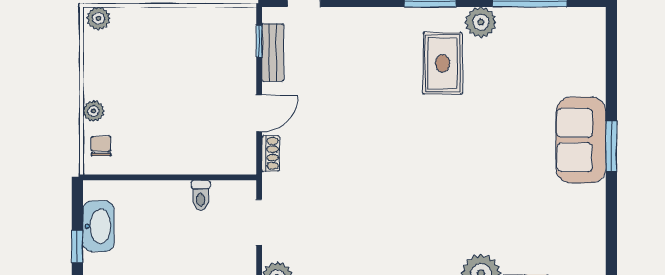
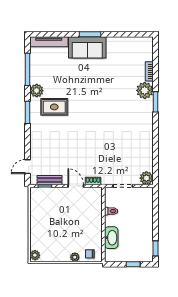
tv unit: (594, 51) -> (49, 42), added
washbasin: (98, 226) -> (111, 238), moved, turned 90

